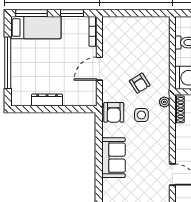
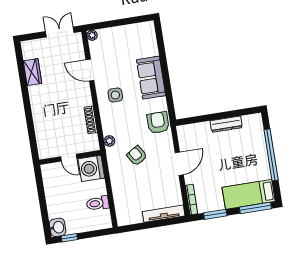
tv unit: (123, 22) -> (164, 214), added
shoe rack: (180, 109) -> (91, 120), moved
side table: (141, 115) -> (115, 95), moved

